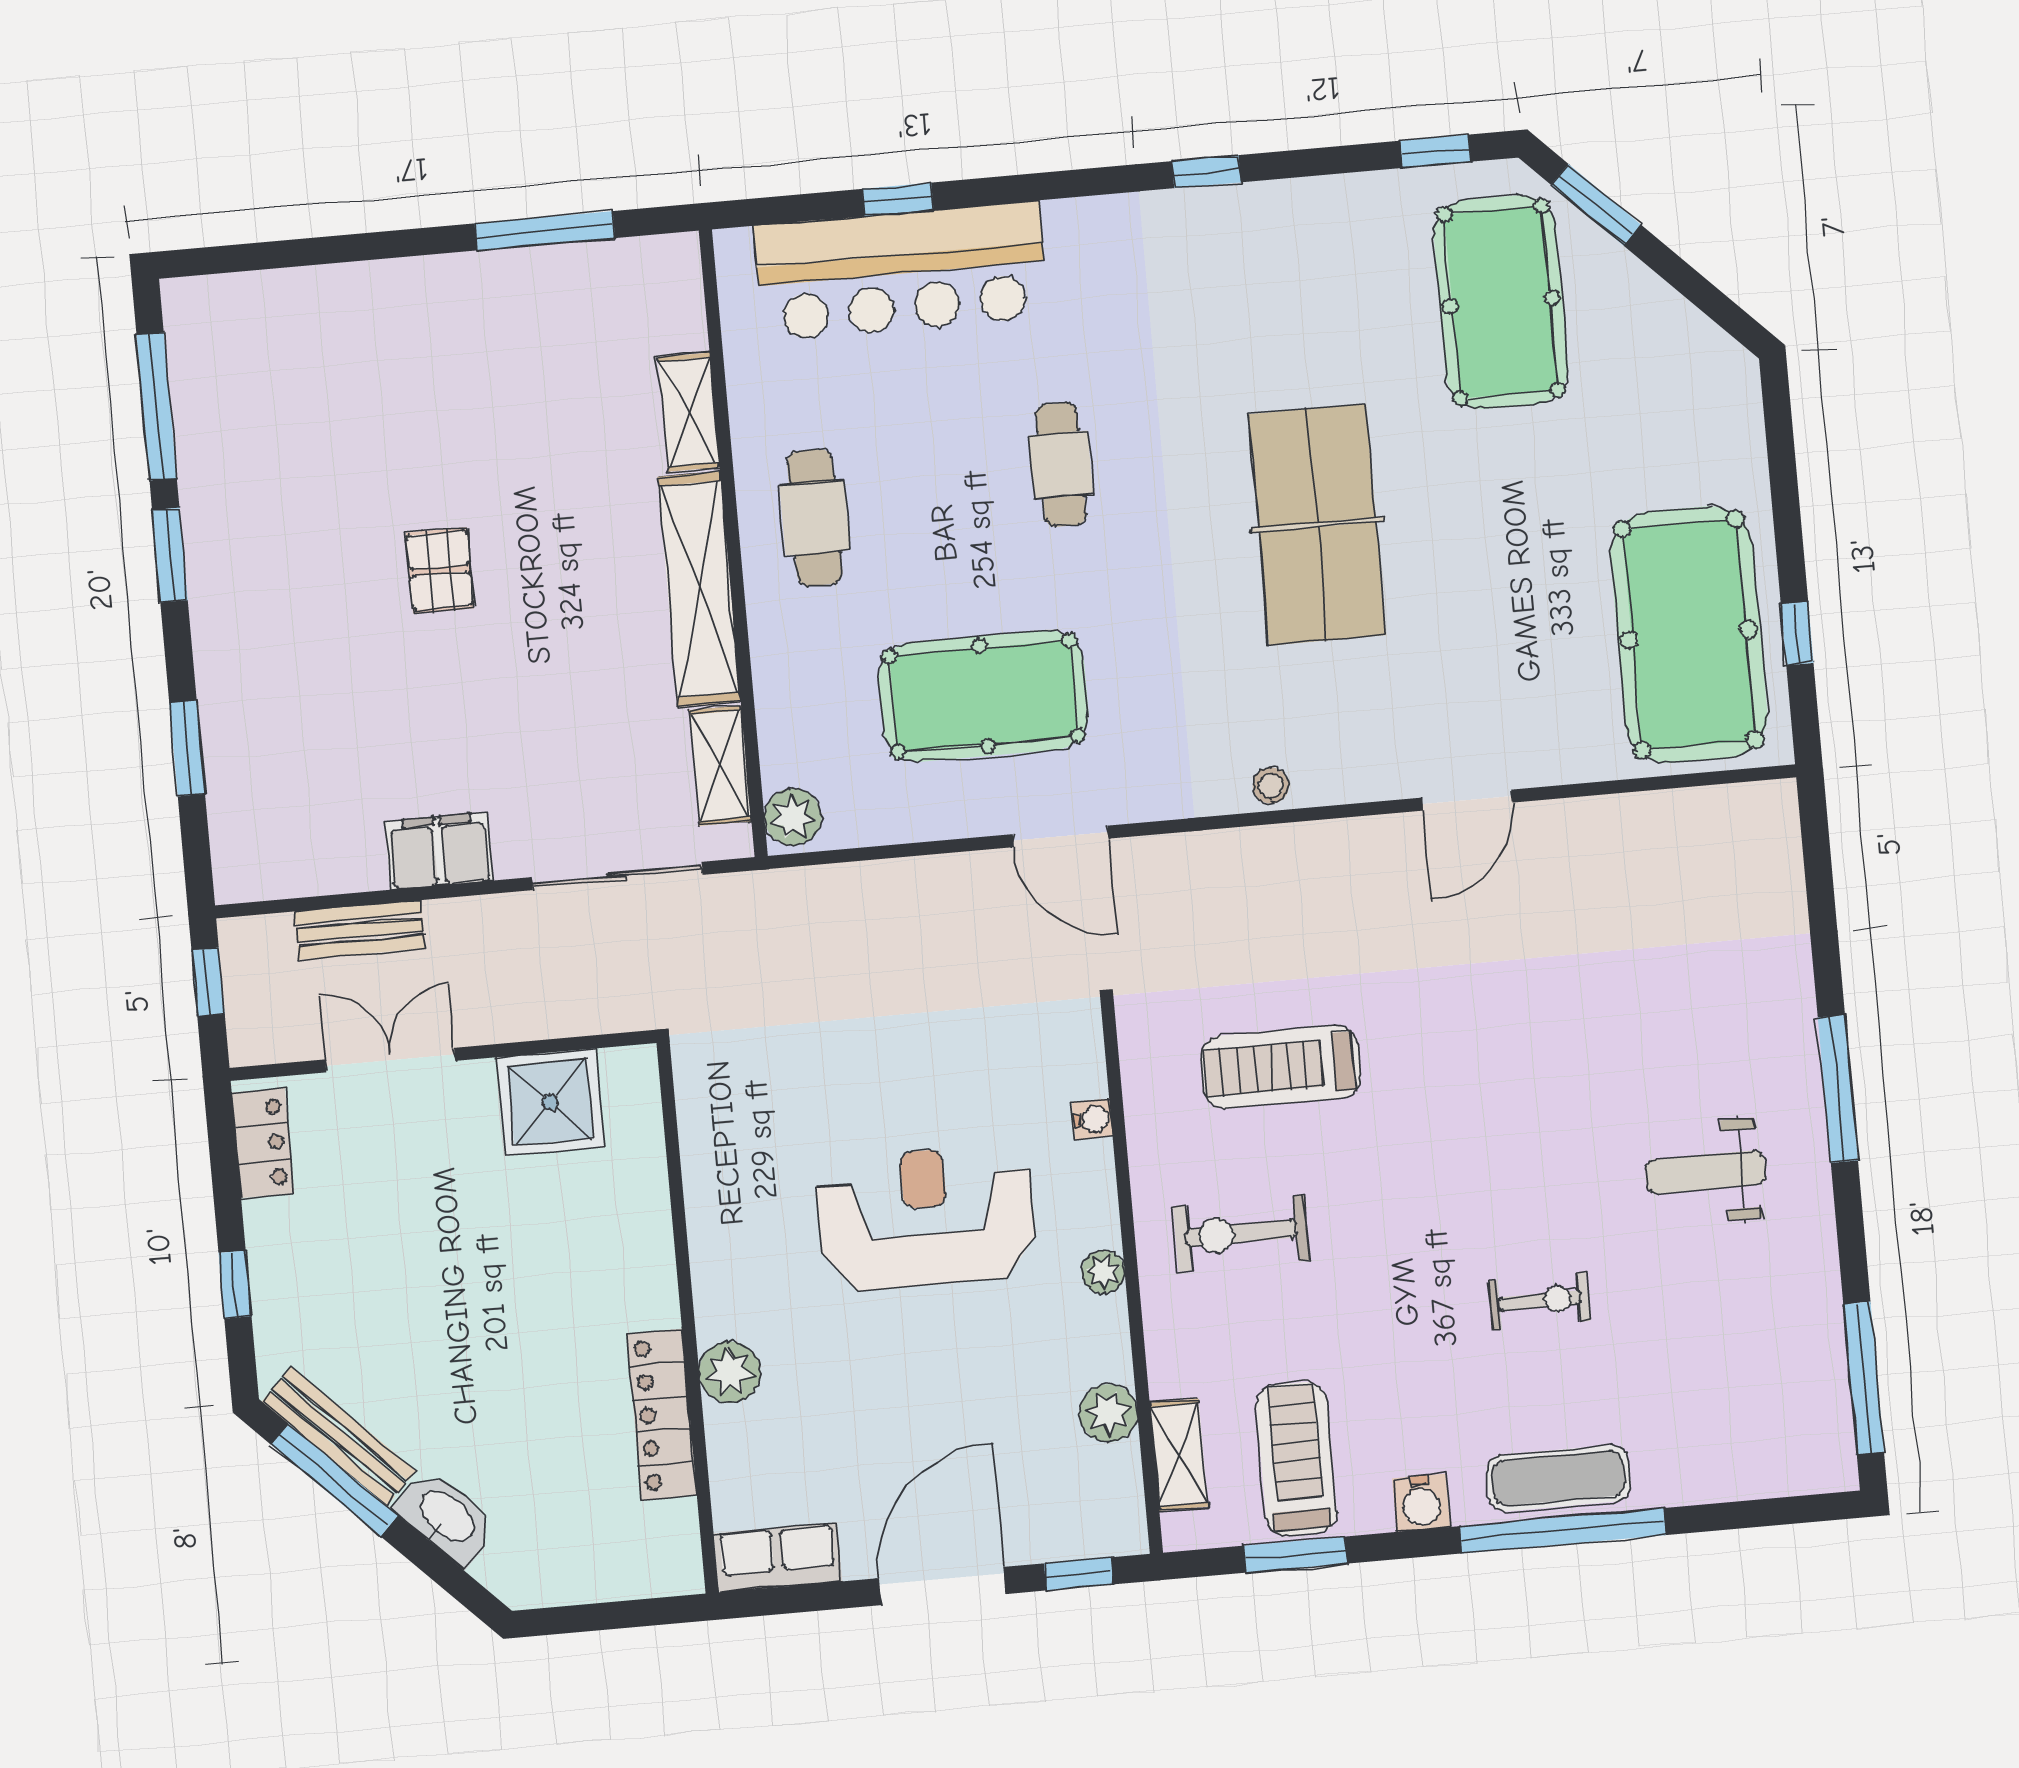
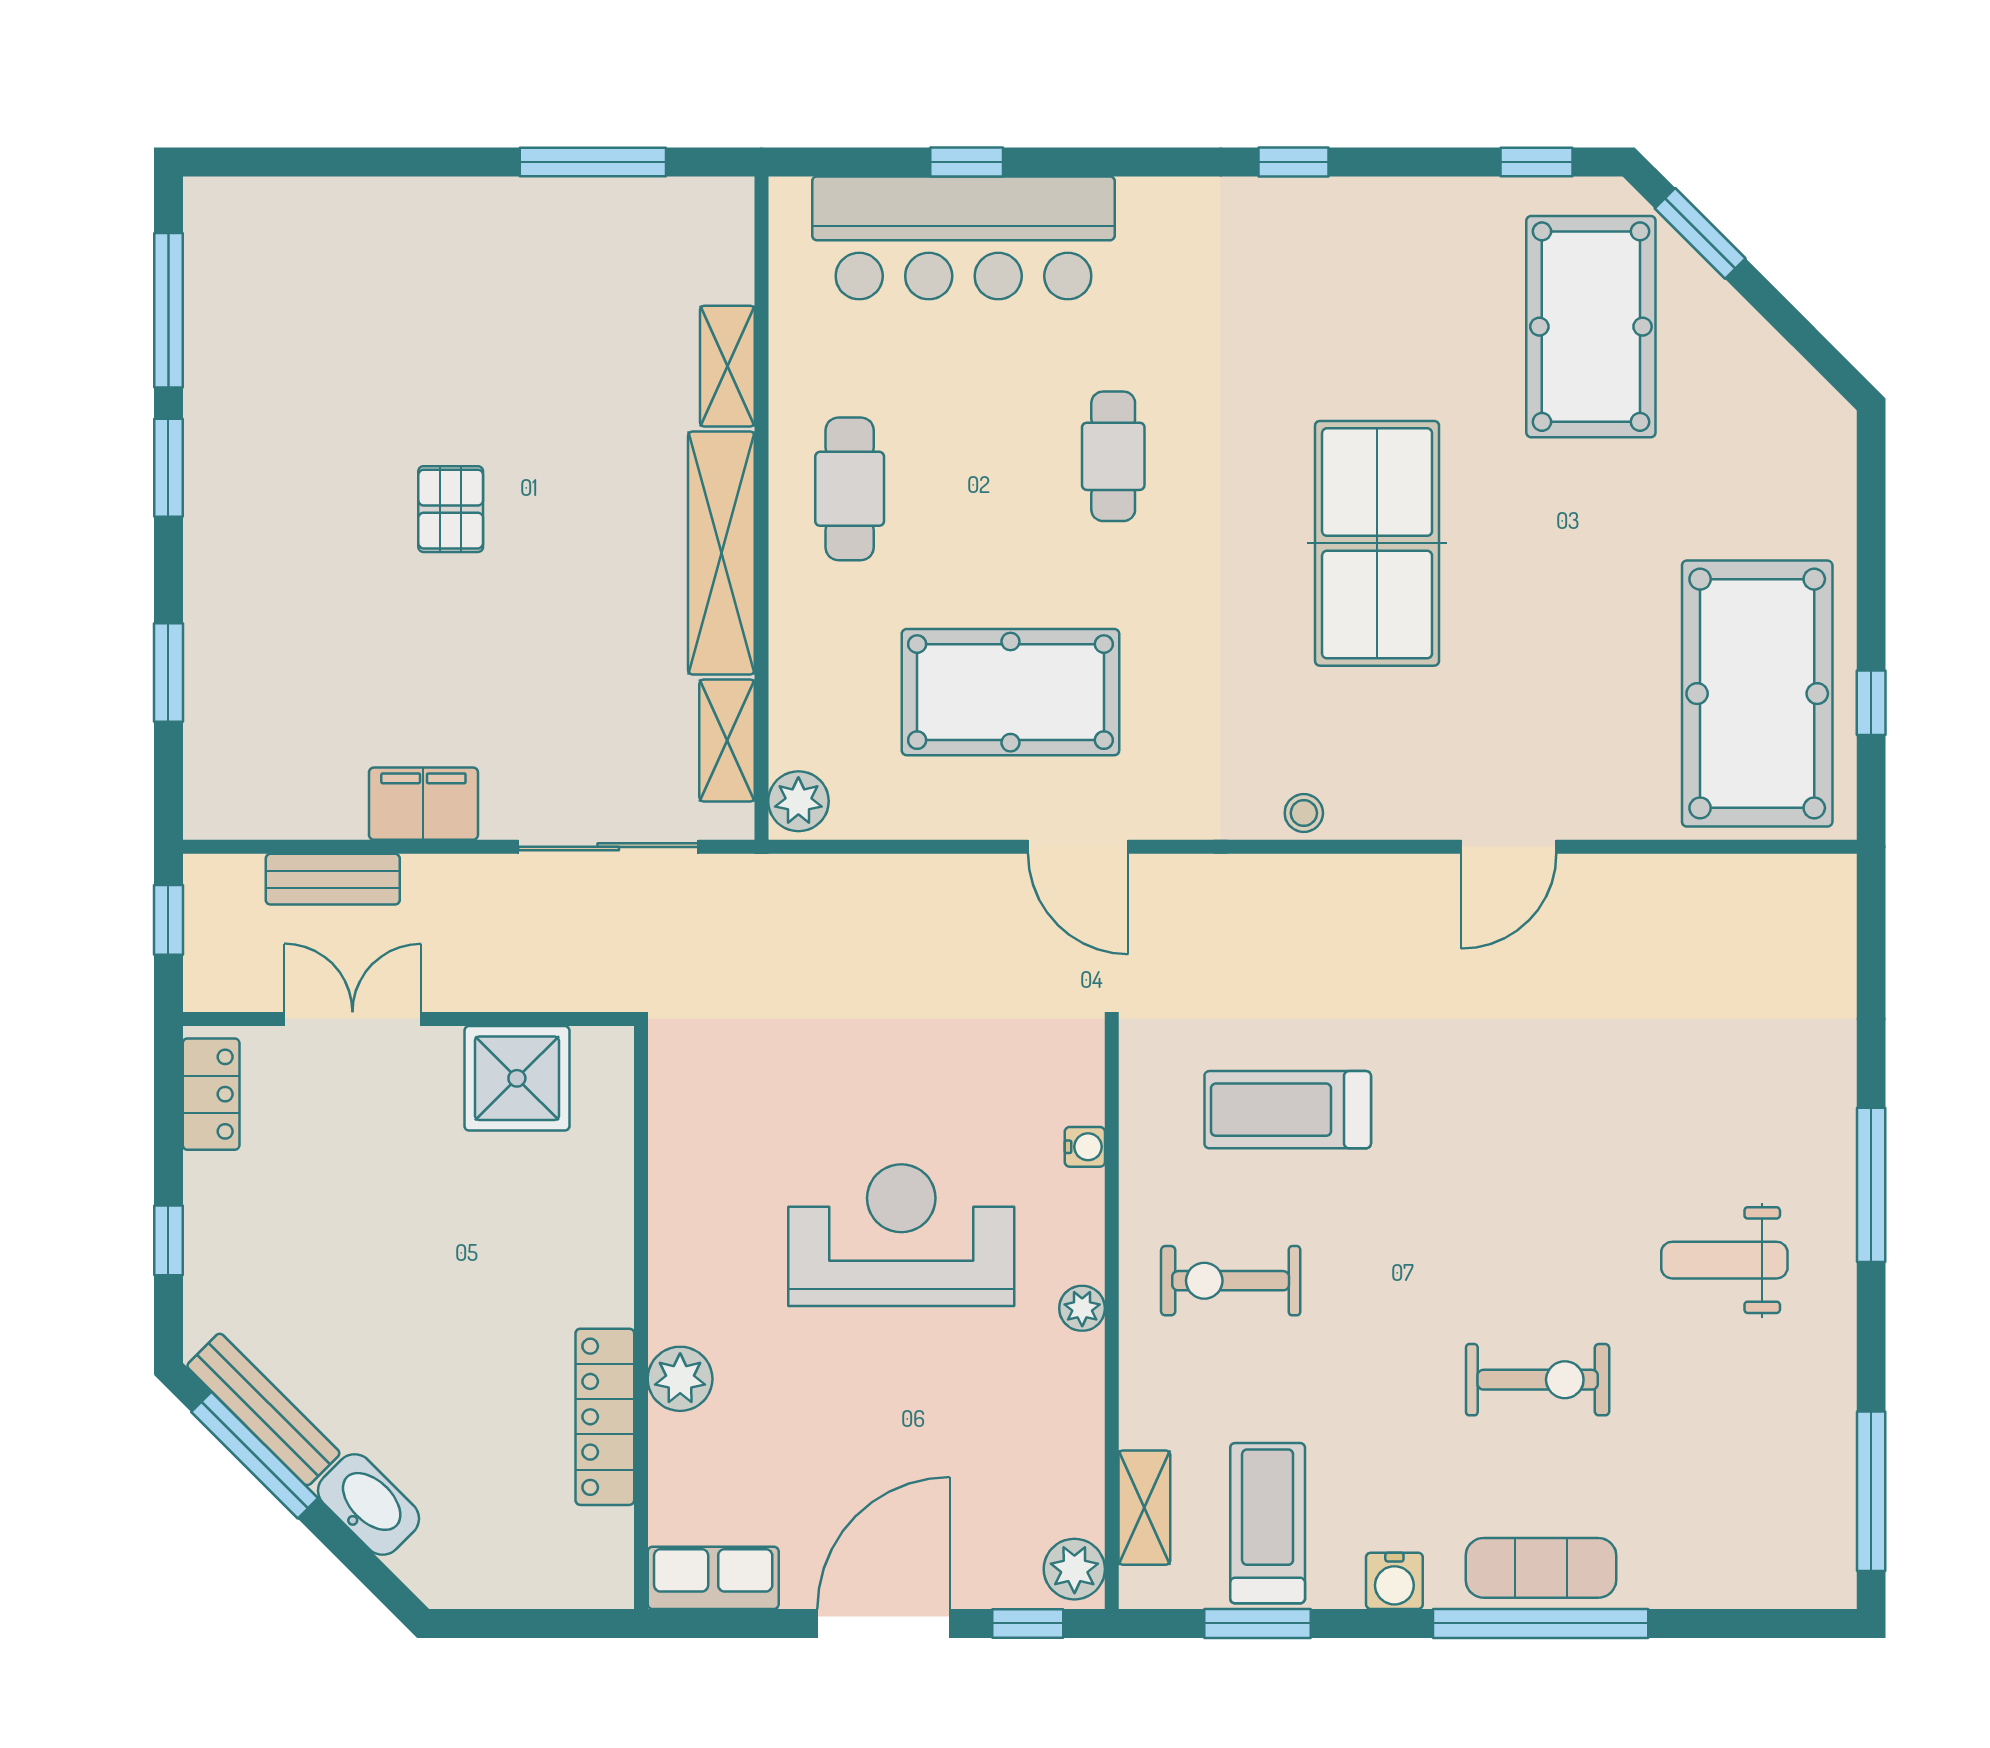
exercise bike: (1539, 1301) -> (1538, 1380), width x1.38, depth x1.39
plant: (1108, 1413) -> (1074, 1569), moved

